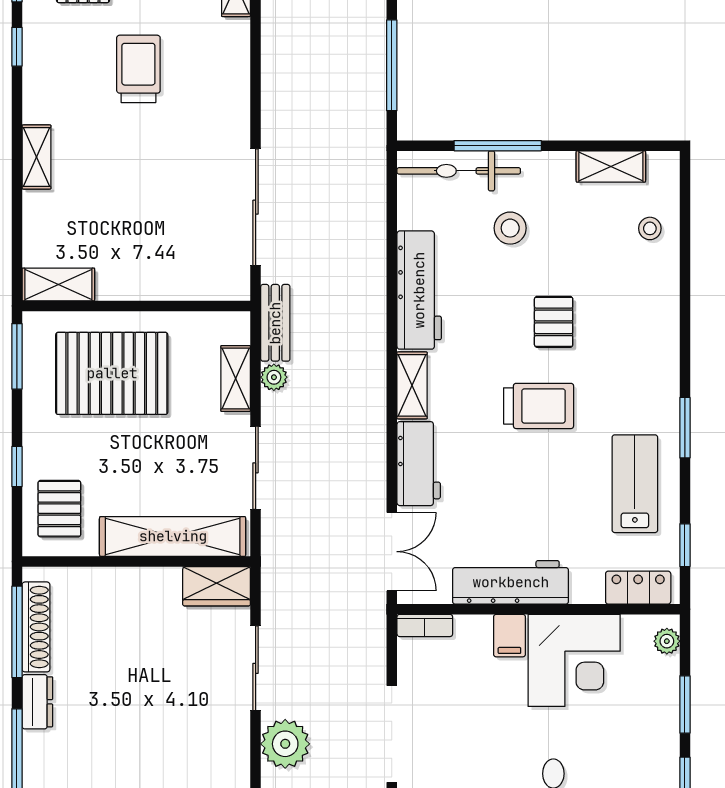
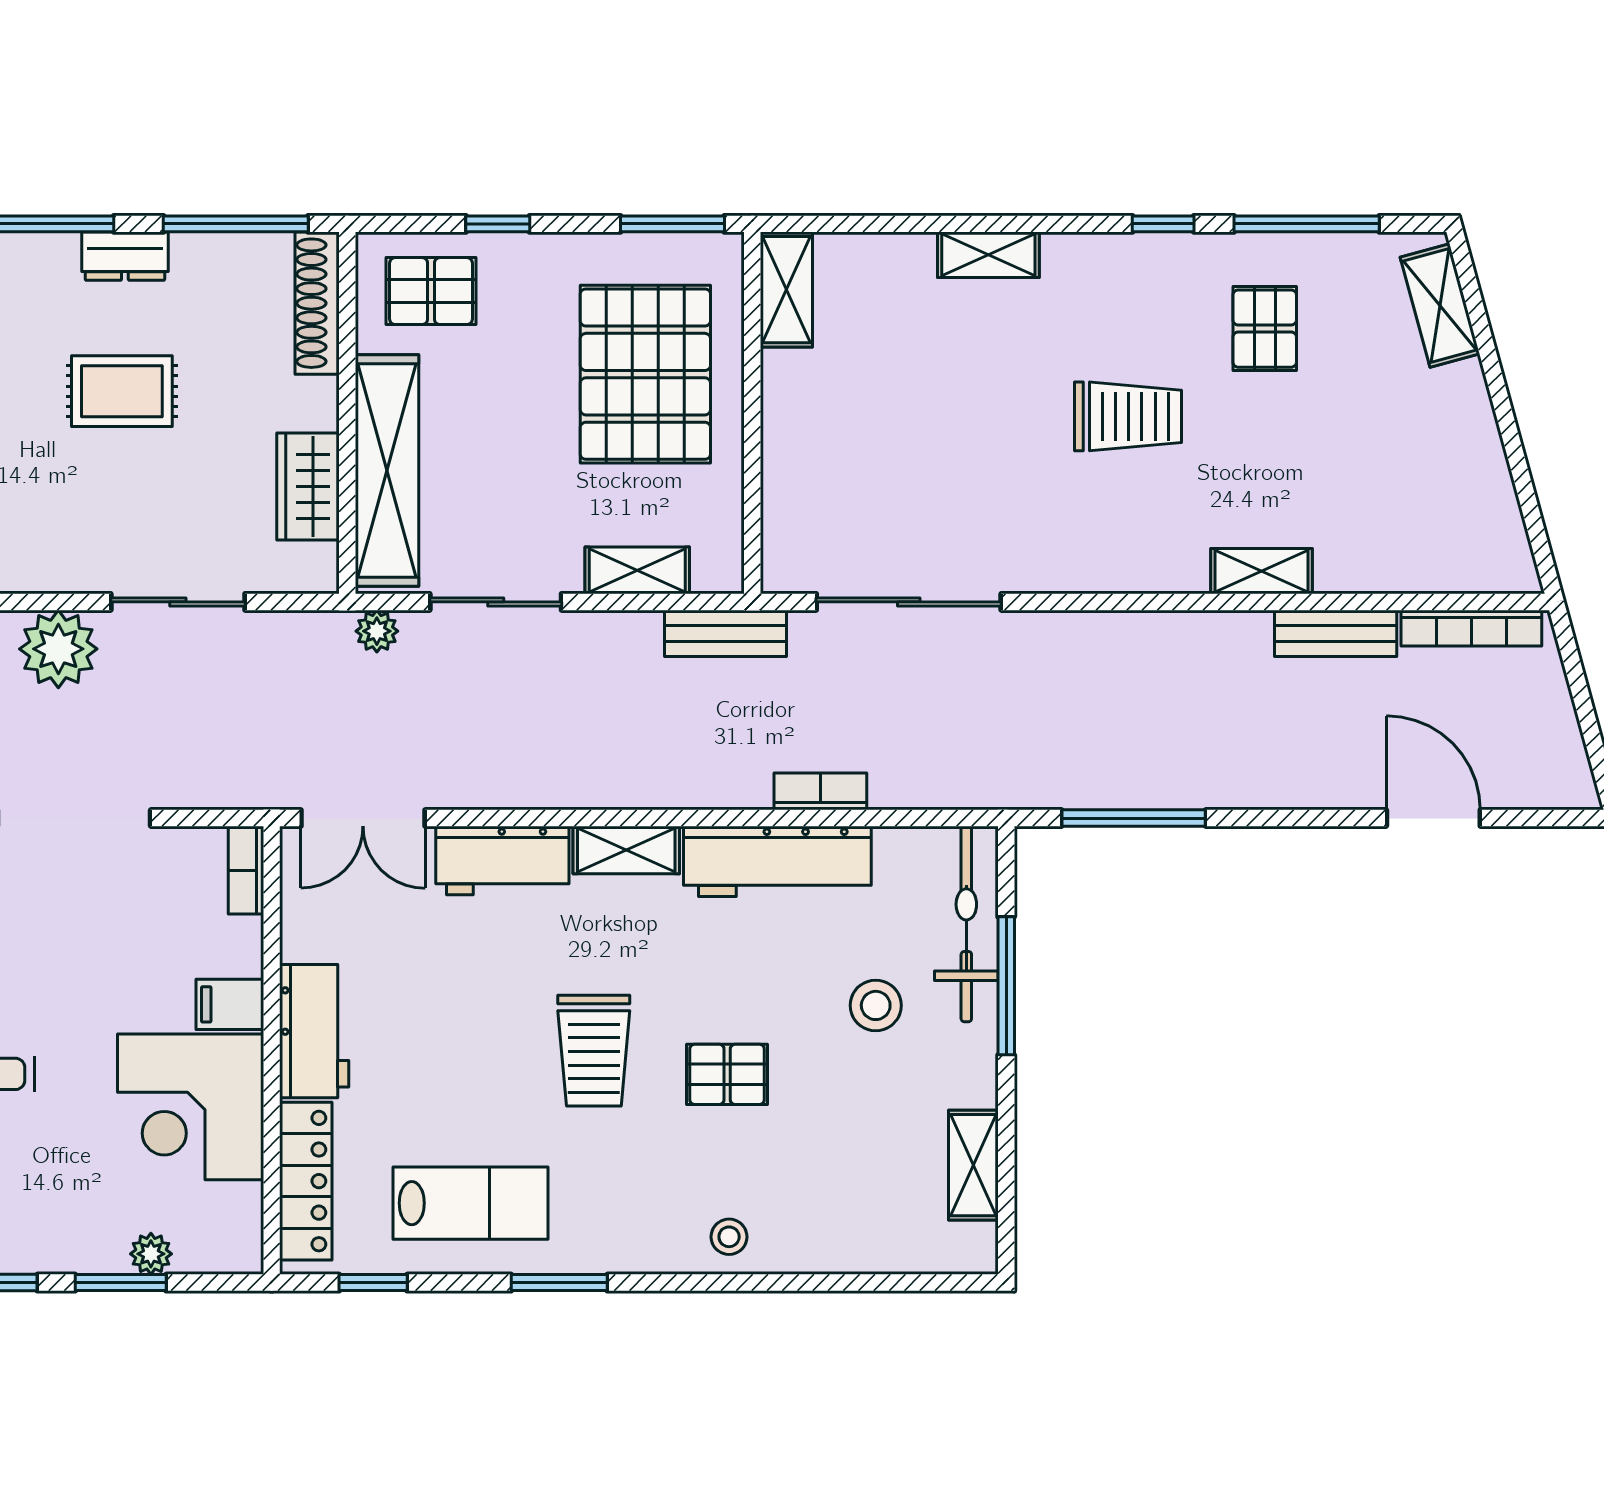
stool: (650, 228) -> (729, 1237), moved
bookcase: (375, 263) -> (820, 791), added
plant: (274, 377) -> (377, 631), moved
workbench: (511, 582) -> (314, 1031), width x0.73
wardrobe: (217, 586) -> (308, 487), moved
locker: (638, 588) -> (306, 1181), width x1.53
shoe rack: (36, 627) -> (317, 303), moved, turned 90
plant: (667, 641) -> (151, 1254), moved
rug: (123, 704) -> (122, 391), added

